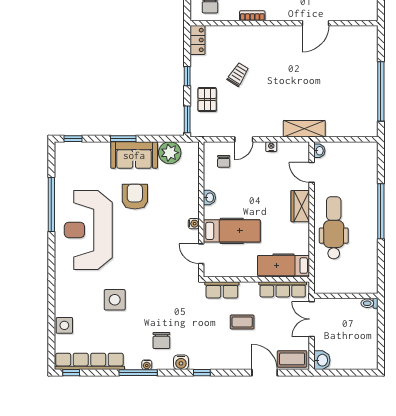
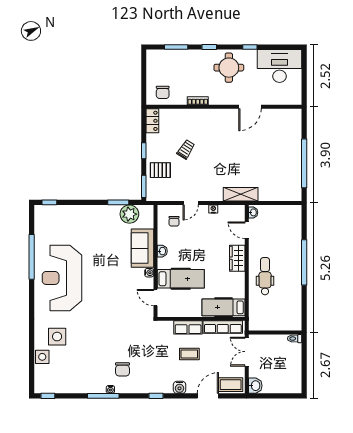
pallet: (207, 100) -> (160, 170), turned 90
window: (123, 139) -> (118, 202), moved
sofa: (134, 155) -> (142, 248), moved, turned 90
armchair: (135, 197) -> (100, 250), removed
dental chair: (334, 228) -> (265, 276), width x0.73, depth x0.72
row of seats: (222, 290) -> (188, 327), moved
side table: (115, 300) -> (57, 337), moved
row of seats: (89, 361) -> (63, 387), removed
water cooler: (181, 362) -> (180, 387), moved
door: (265, 373) -> (208, 396), hinge flipped

